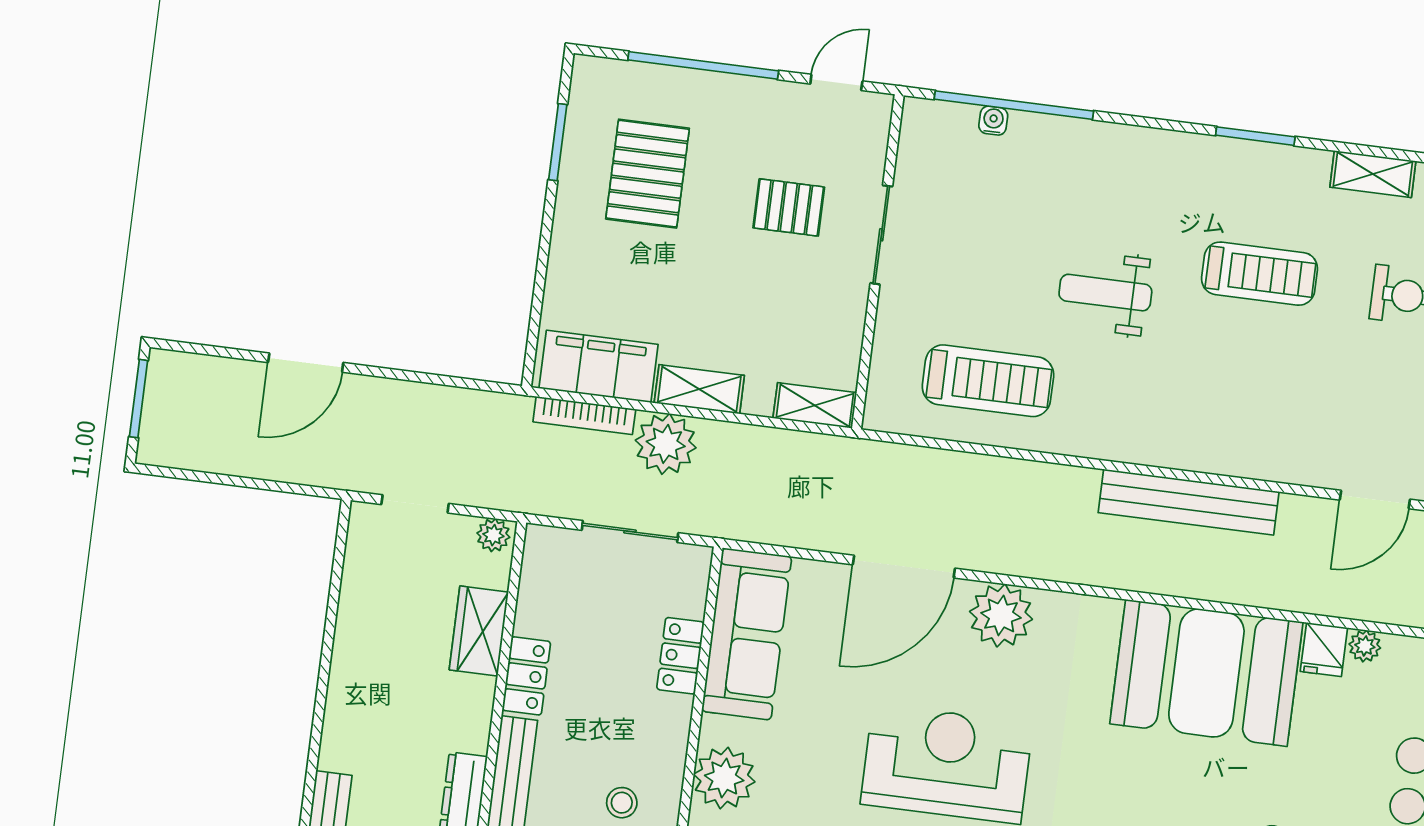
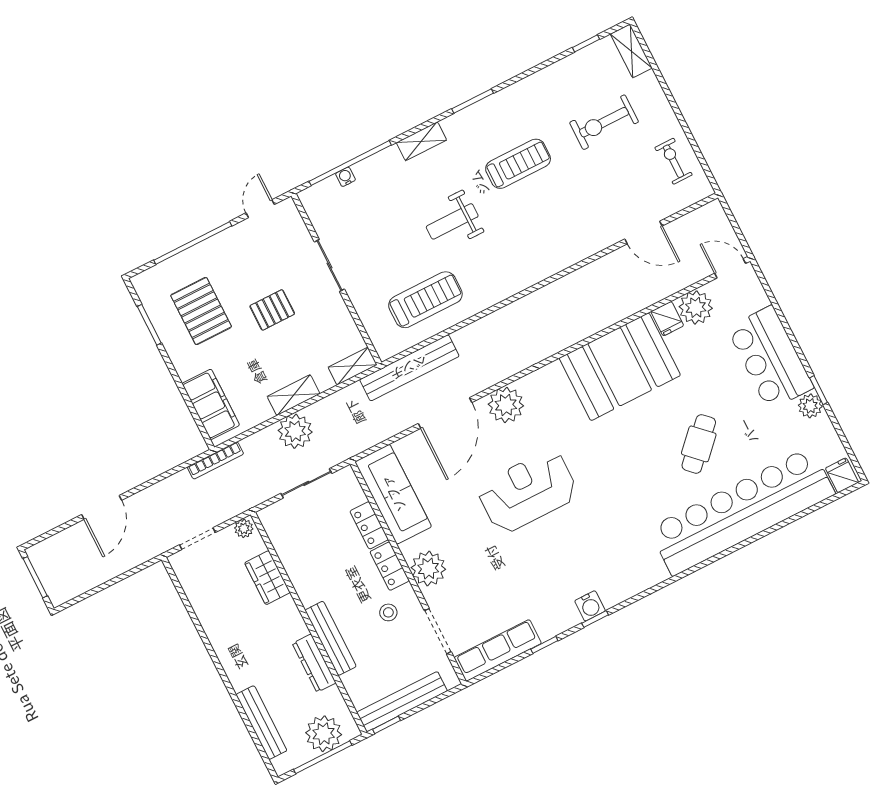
shelving: (1373, 174) -> (421, 141), moved
pallet: (789, 207) -> (272, 310), moved
filing cabinet: (599, 366) -> (211, 404), moved, turned 90
bookcase: (584, 415) -> (215, 460), moved
door: (1375, 500) -> (643, 233), hinge flipped
bench: (1189, 502) -> (409, 368), moved
plant: (1365, 646) -> (696, 307), width x1.88, depth x1.88
locker: (526, 676) -> (390, 566), moved, turned 180

